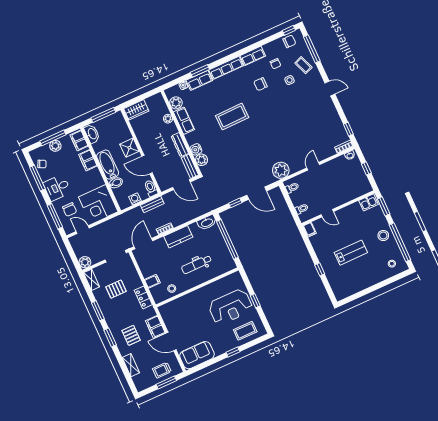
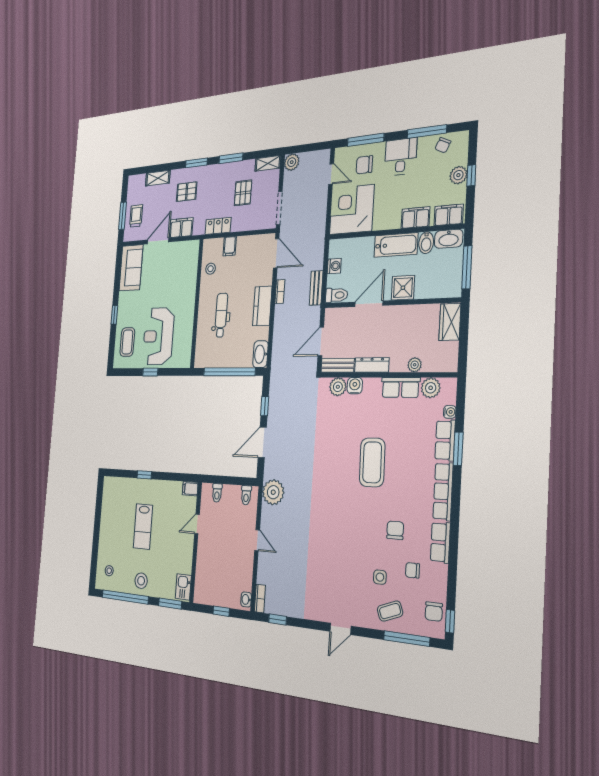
window: (53, 138) -> (471, 175), width x0.46
bidet: (116, 183) -> (426, 243), moved
door: (83, 230) -> (331, 174), hinge flipped

